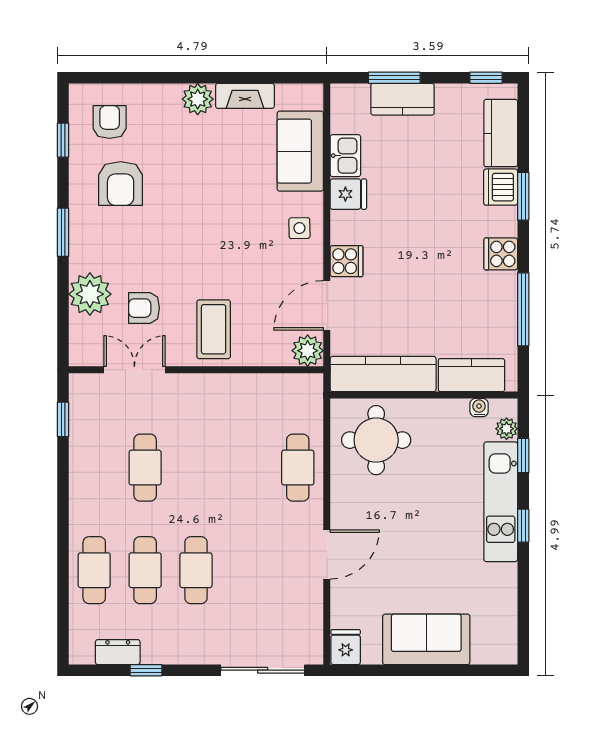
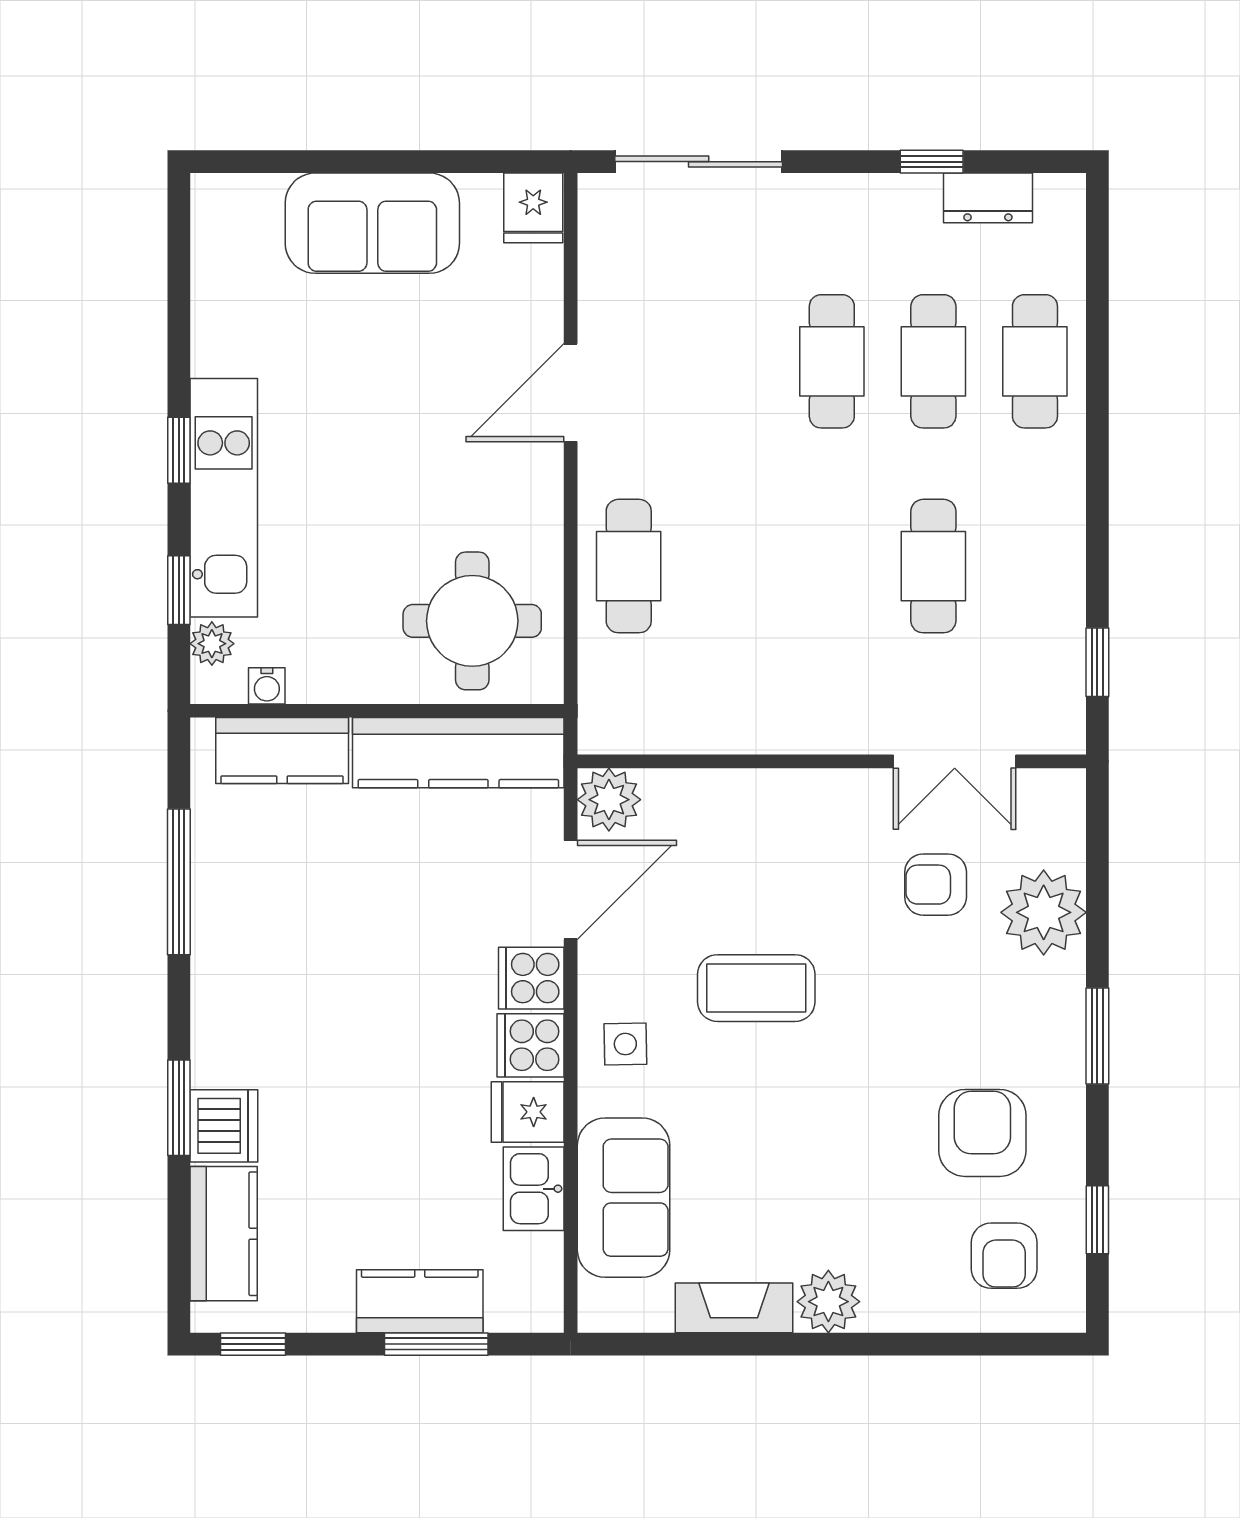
cooker: (501, 254) -> (531, 1045), moved, turned 180
armchair: (144, 308) -> (936, 885), turned 180
coffee table: (214, 329) -> (756, 988), moved, turned 90

